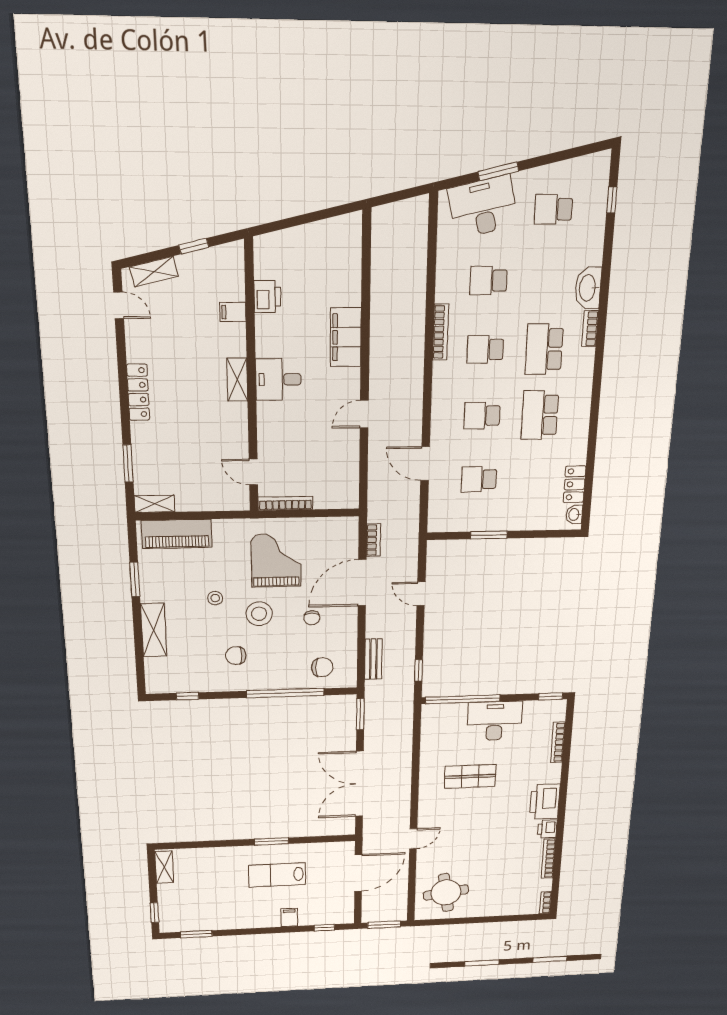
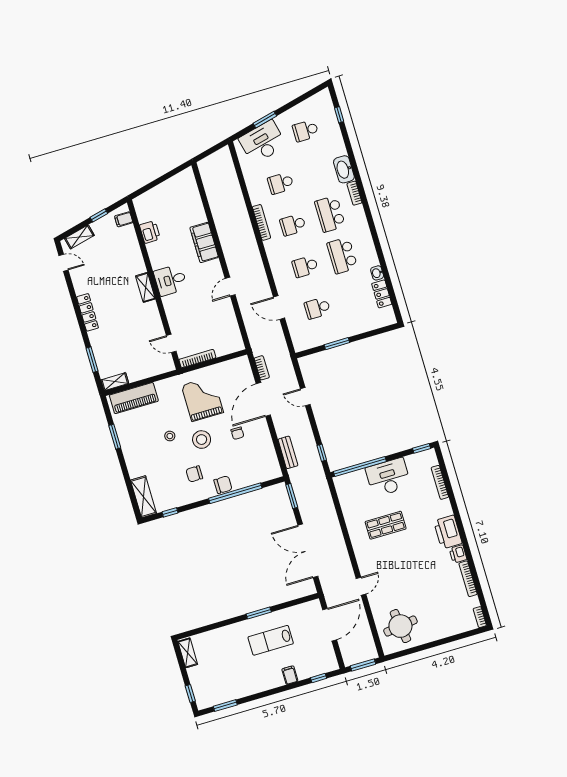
filing cabinet: (233, 312) -> (124, 219), moved
washbasin: (574, 515) -> (377, 273), moved
shelving: (154, 630) -> (144, 497), moved
chair: (322, 667) -> (223, 485), moved

